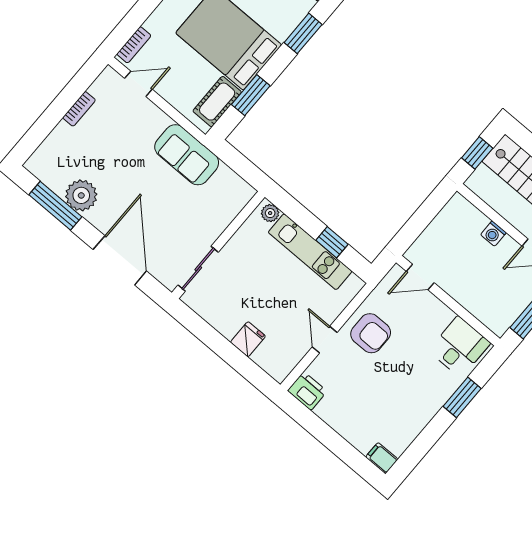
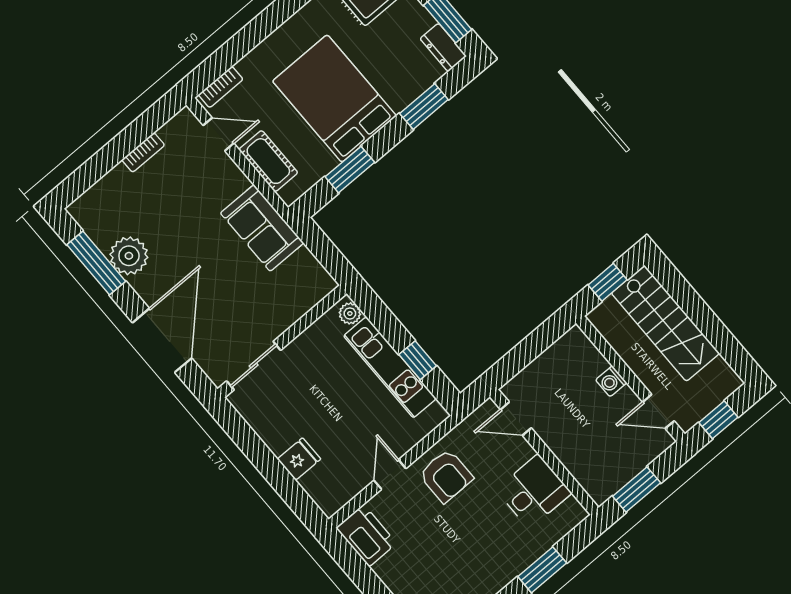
cot: (217, 102) -> (268, 161), moved, turned 90
desk: (459, 347) -> (534, 491), moved
printer: (307, 391) -> (366, 535), width x1.37, depth x1.19

